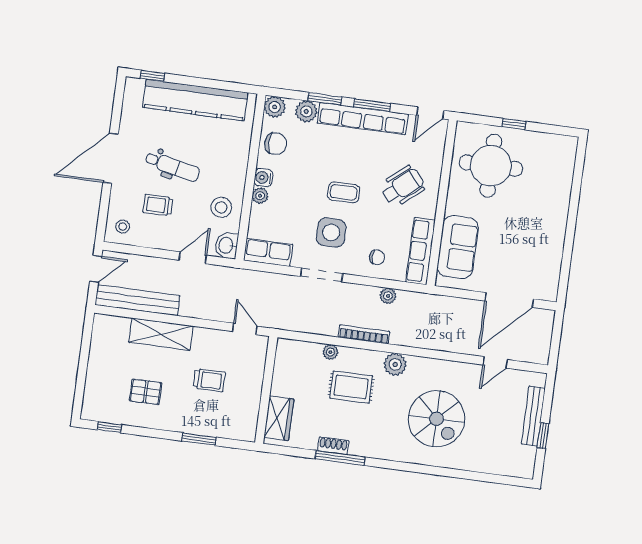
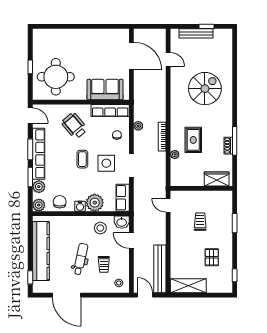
door: (111, 158) -> (67, 295), moved
plant: (260, 196) -> (95, 203), width x1.88, depth x1.88
door: (245, 329) -> (168, 205), hinge flipped
shelving: (161, 334) -> (188, 286), moved, turned 90
plant: (395, 364) -> (177, 116), removed

